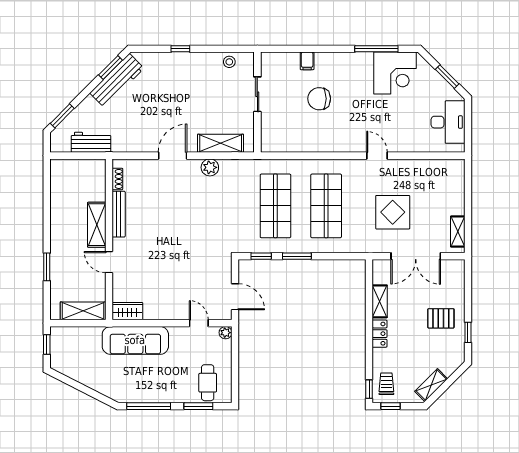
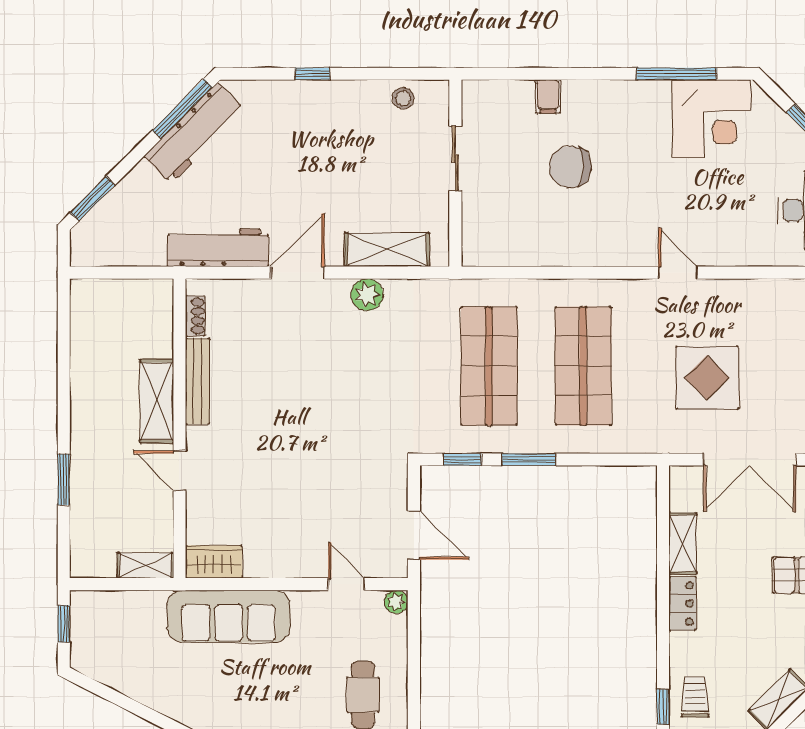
window: (111, 68) -> (182, 109), width x1.44
workbench: (91, 142) -> (218, 248), moved, width x1.38
shelving: (83, 311) -> (145, 565), width x0.67, depth x0.75

